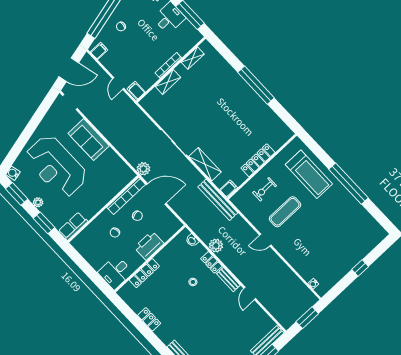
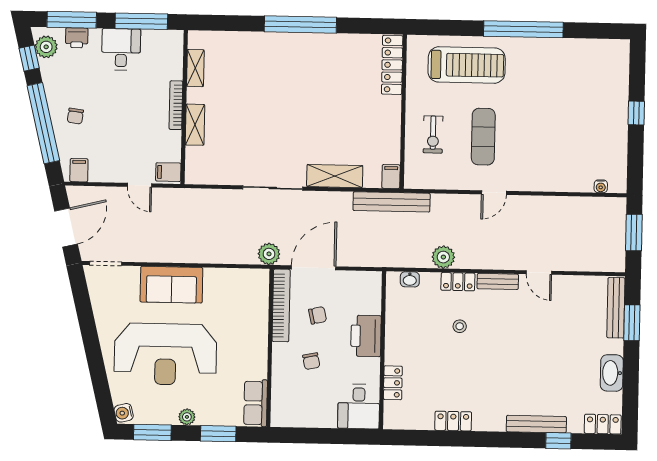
locker: (258, 160) -> (392, 65), moved
locker: (144, 273) -> (393, 383), width x0.66

